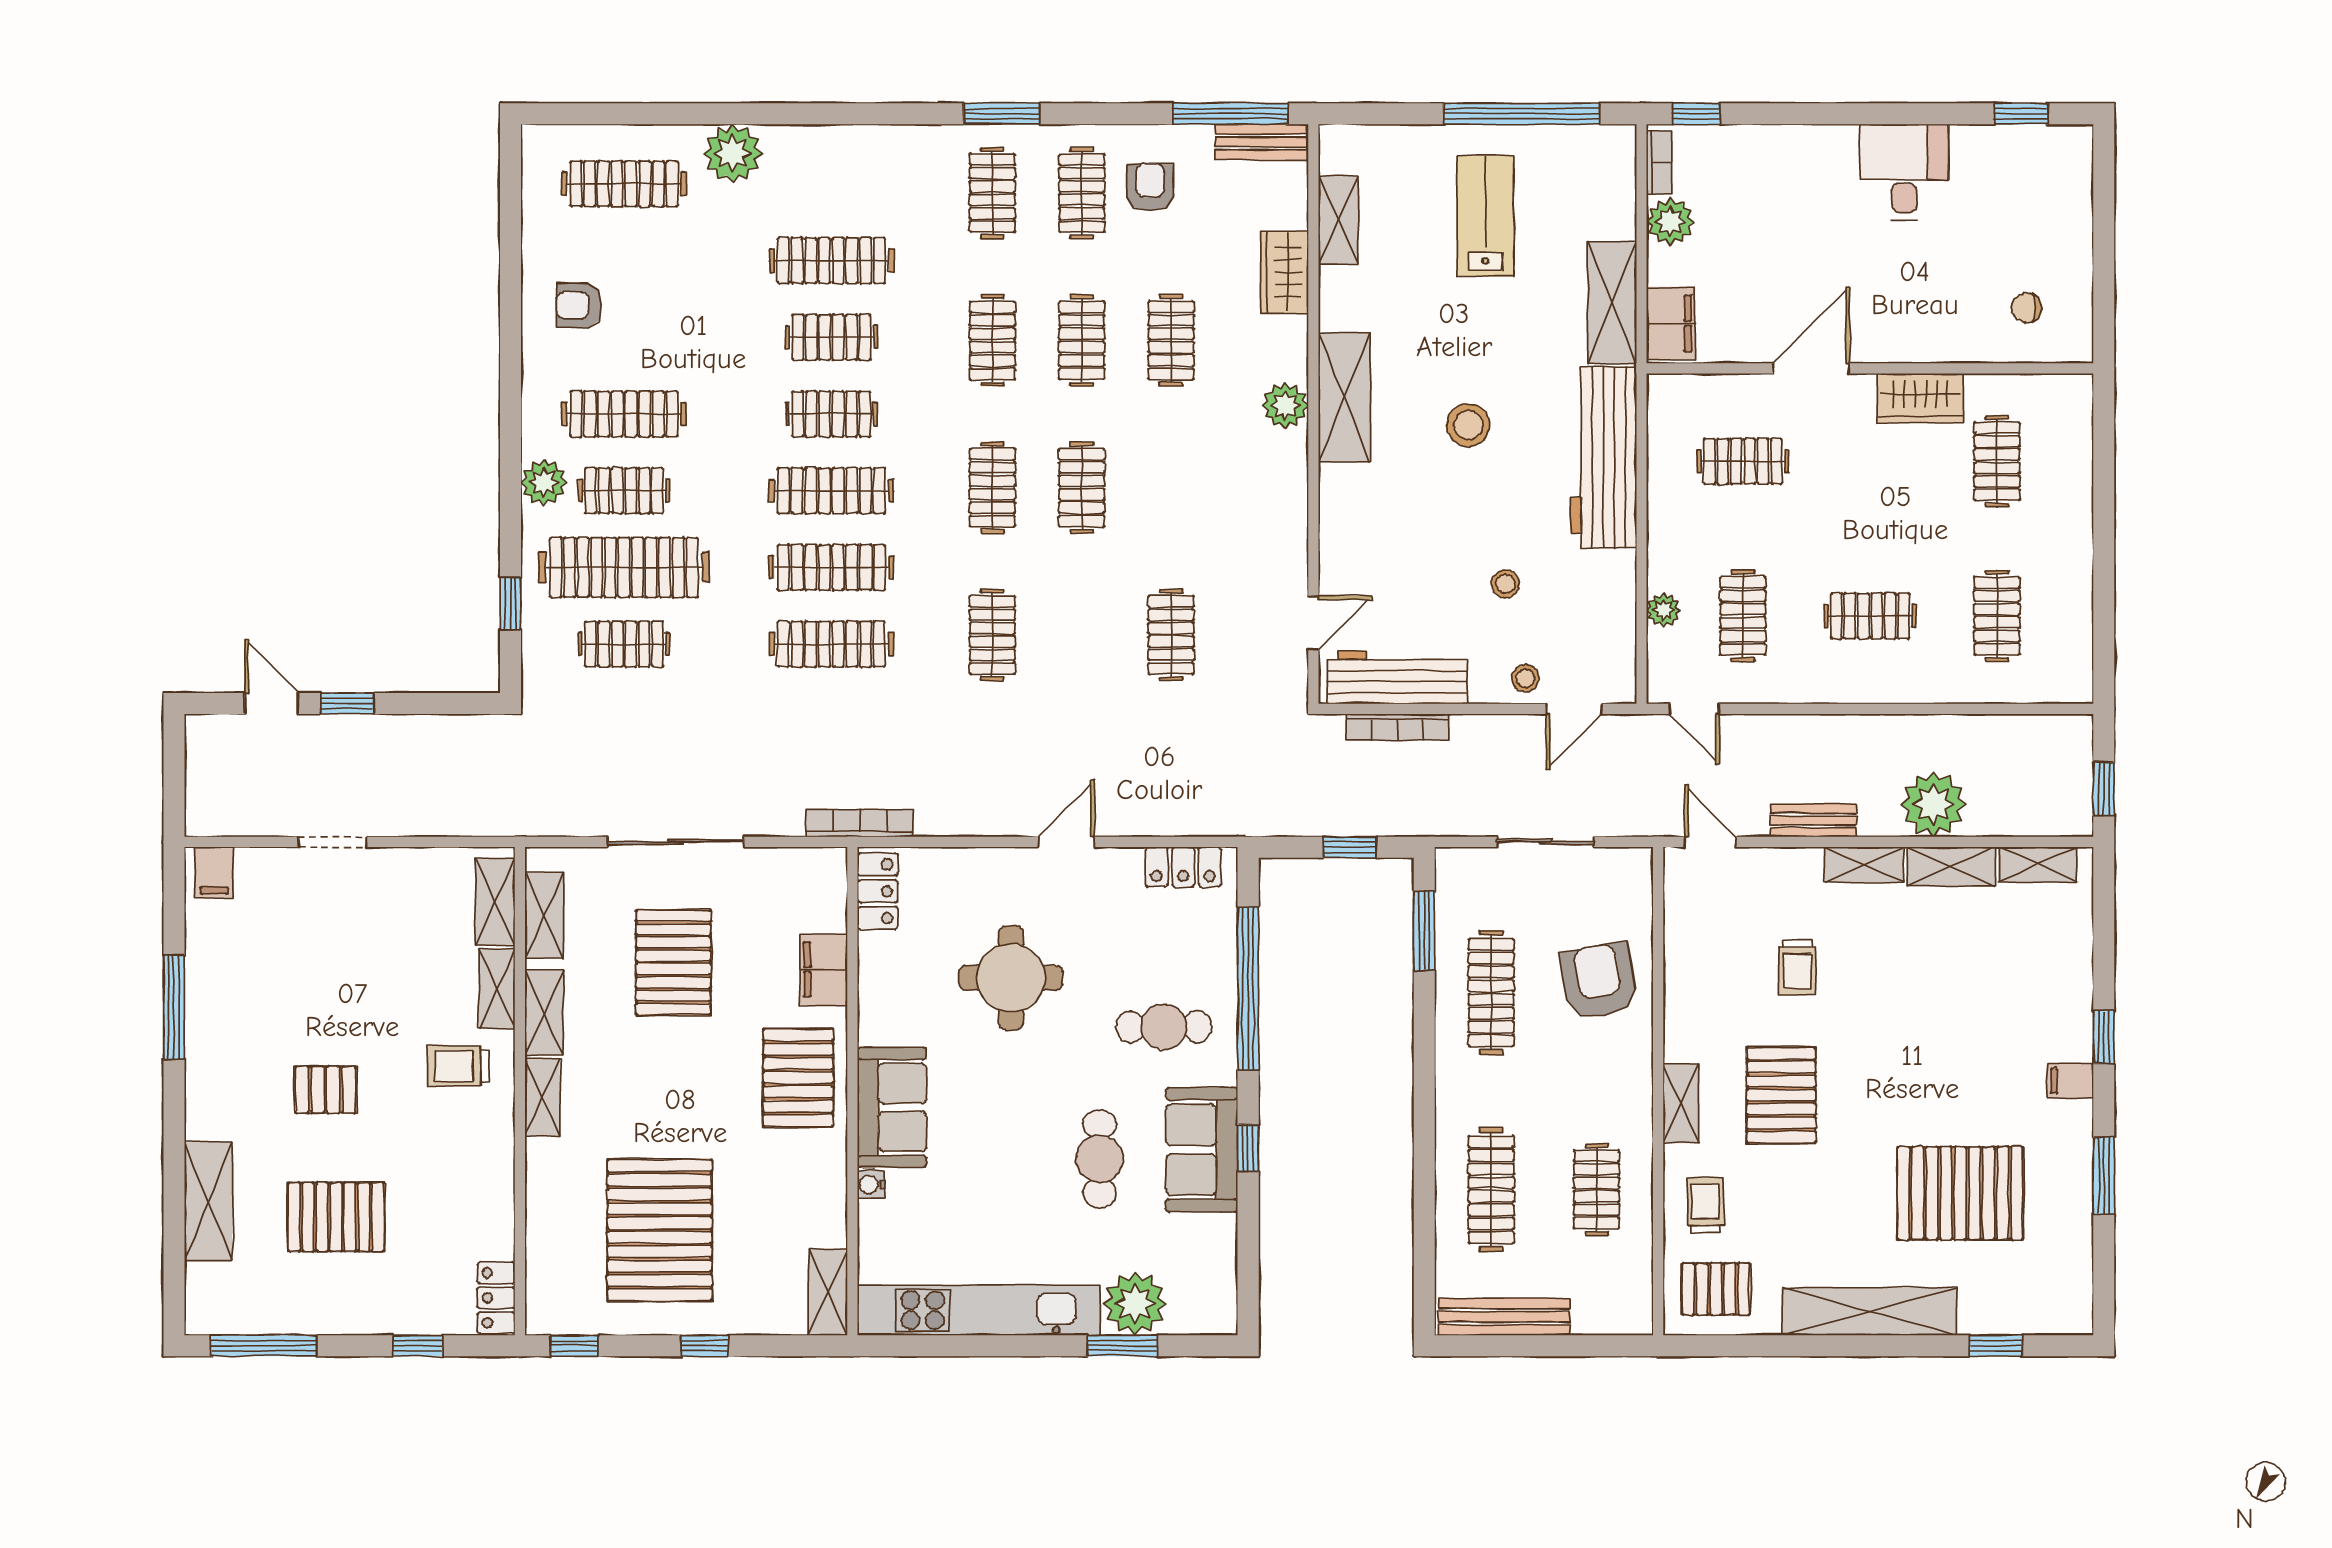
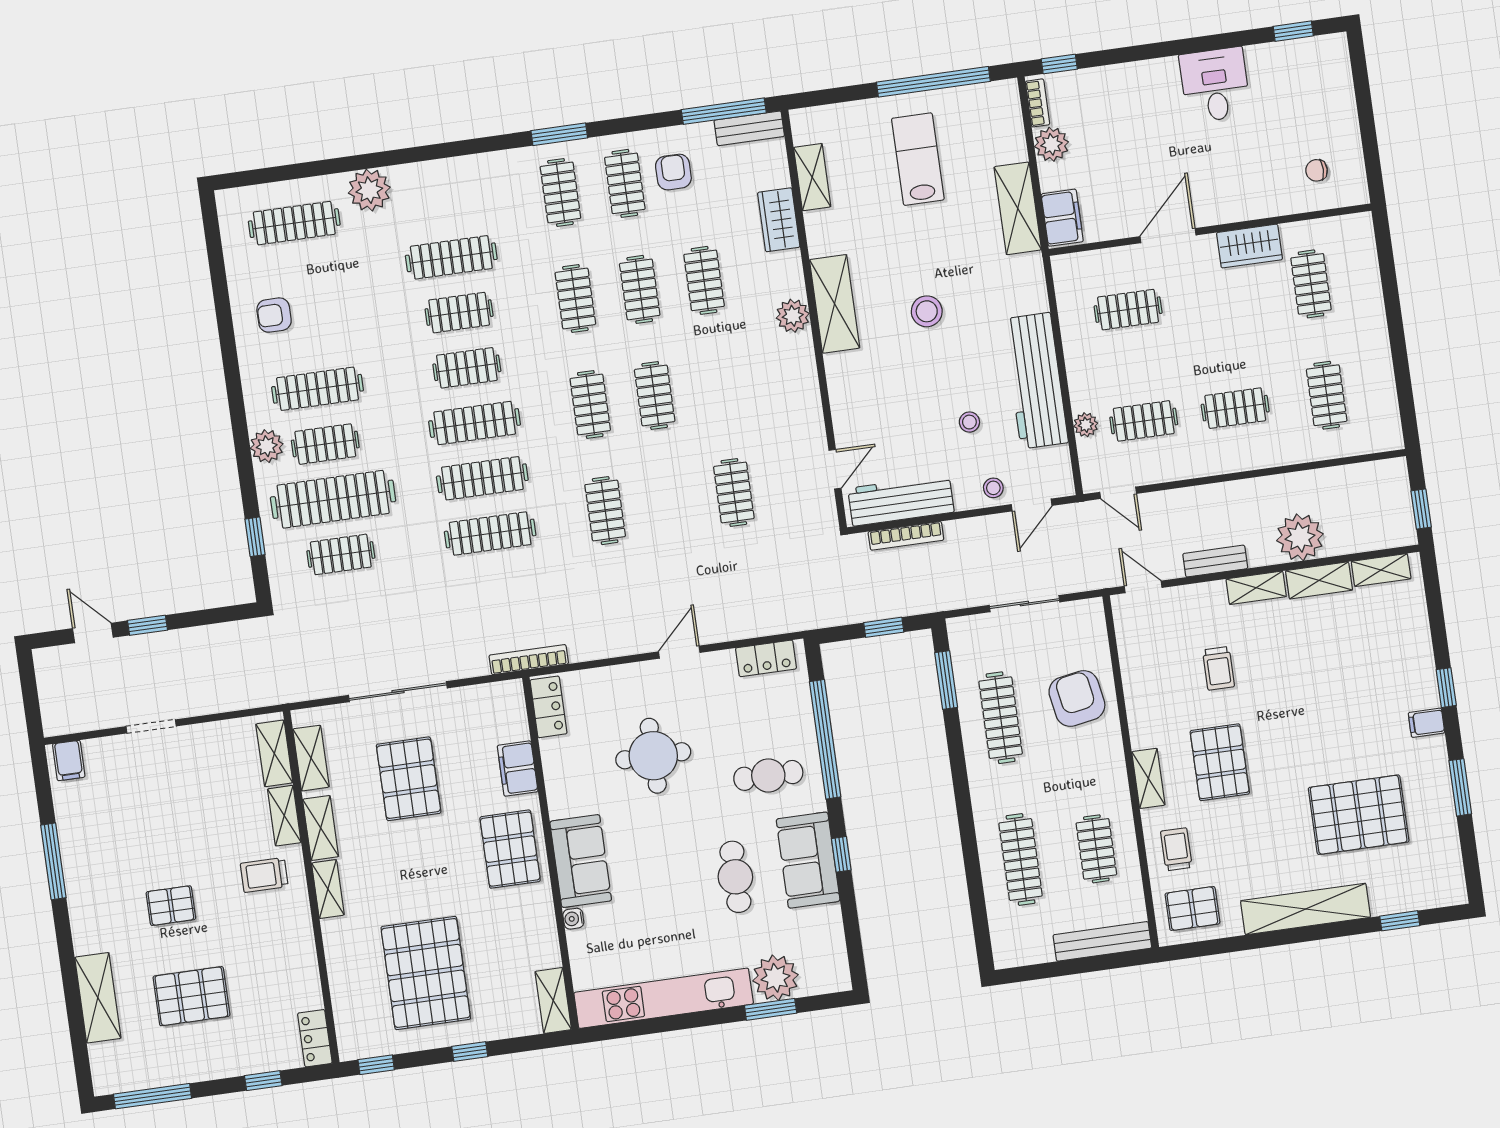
workbench: (1604, 457) -> (1036, 381), moved
clothes rail: (1743, 616) -> (1144, 421), turned 90
bench: (1504, 1317) -> (1102, 941), moved

